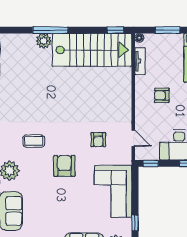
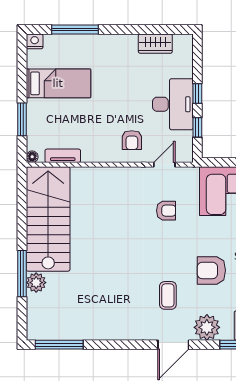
window: (115, 30) -> (22, 188), removed
armchair: (162, 95) -> (132, 140), moved
window: (151, 163) -> (197, 127), moved
armchair: (64, 166) -> (211, 270), moved

